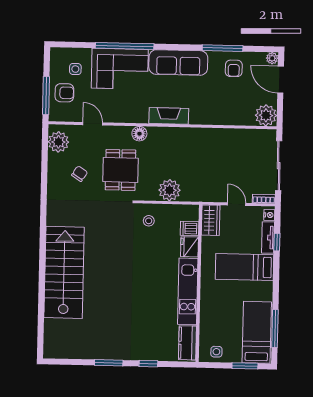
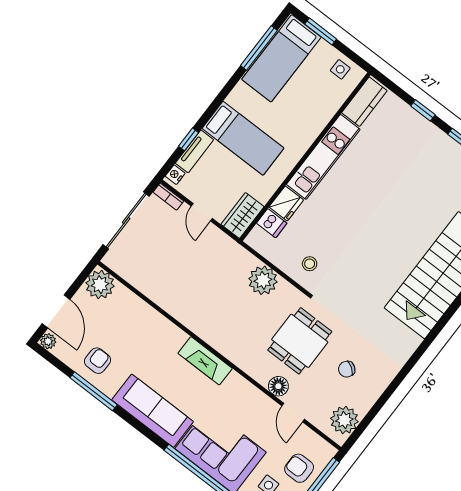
floor lamp: (139, 134) -> (278, 386), moved

